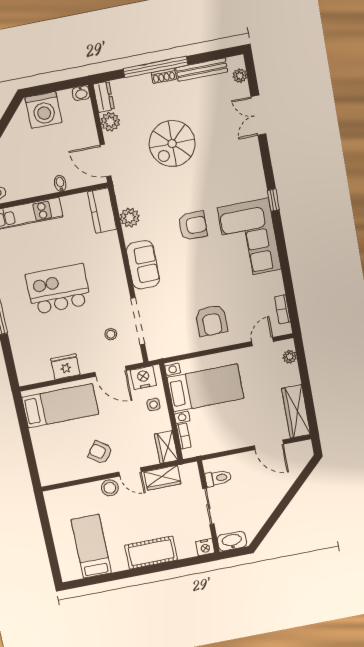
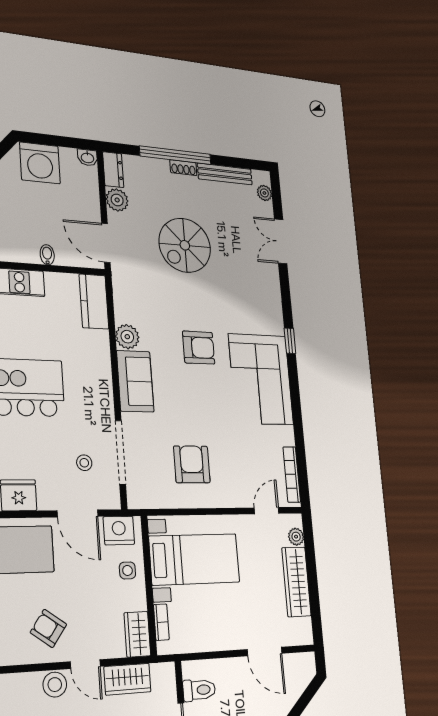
plant: (130, 218) -> (127, 337), moved
bookcase: (283, 309) -> (292, 474), width x1.56
armchair: (212, 321) -> (192, 464), moved, turned 180
wardrobe: (296, 411) -> (296, 582), moved

